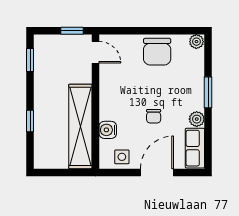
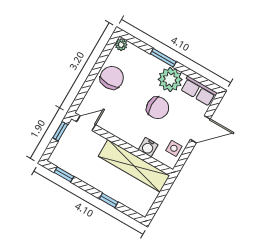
chair: (157, 52) -> (112, 78), turned -90
chair: (154, 116) -> (158, 108), width x1.87, depth x1.87
plant: (197, 119) -> (170, 79), width x1.88, depth x1.88
door: (157, 172) -> (200, 129), swing flipped

